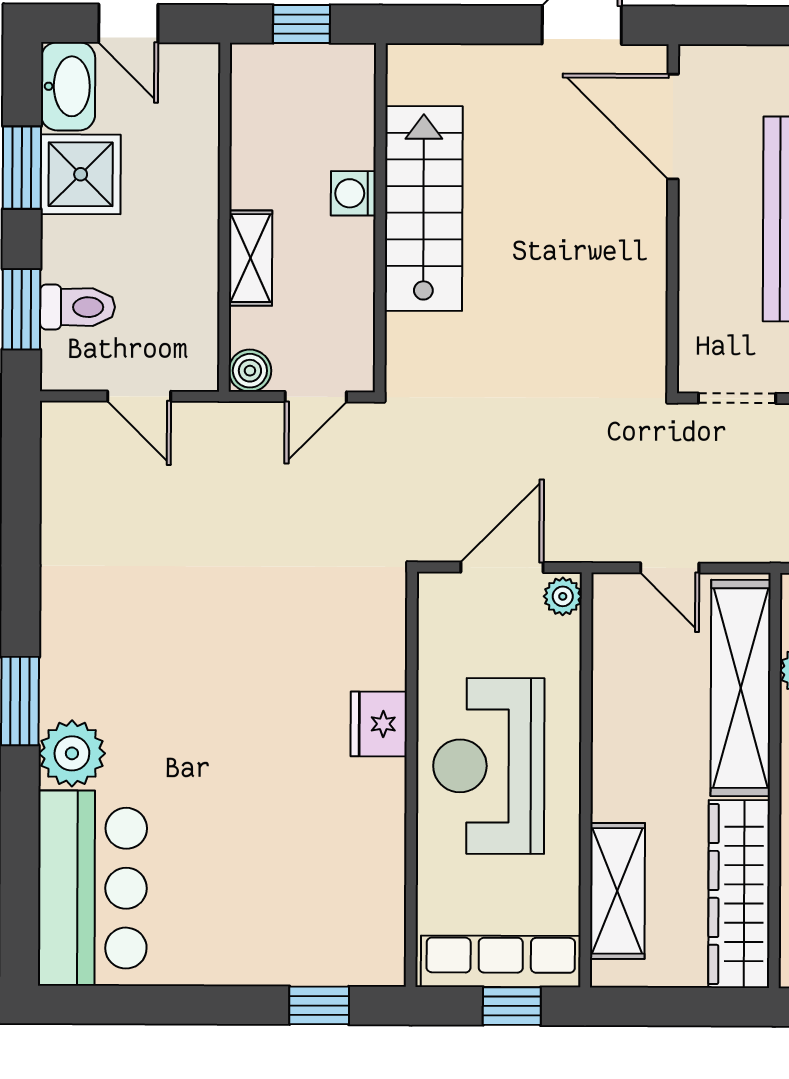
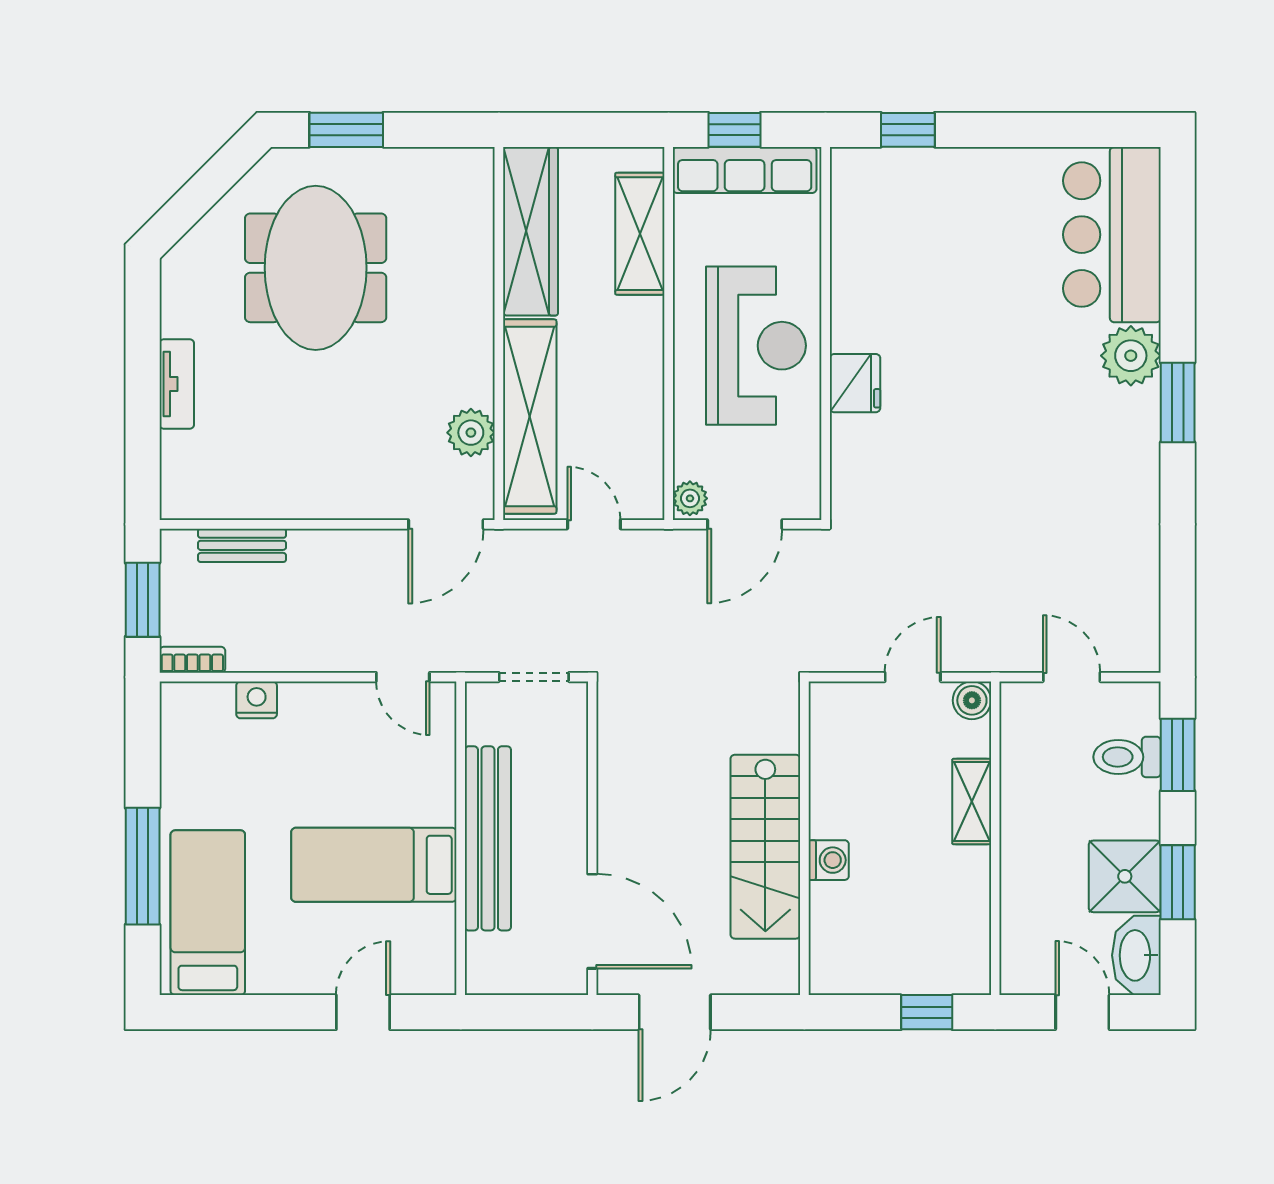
washing machine: (353, 193) -> (829, 860), moved
stairs: (424, 208) -> (765, 847), moved
wall: (380, 218) -> (804, 838), moved

